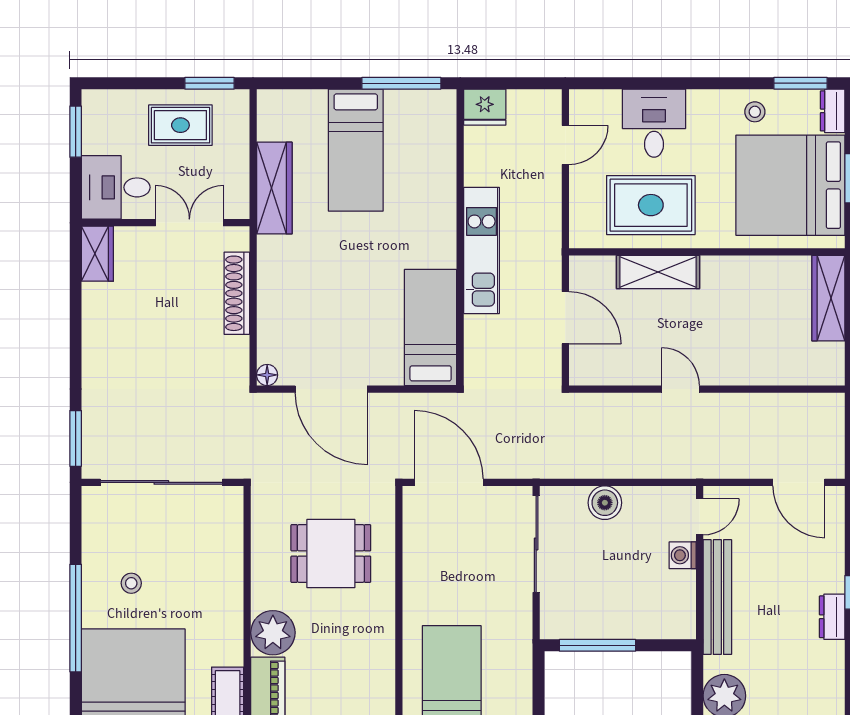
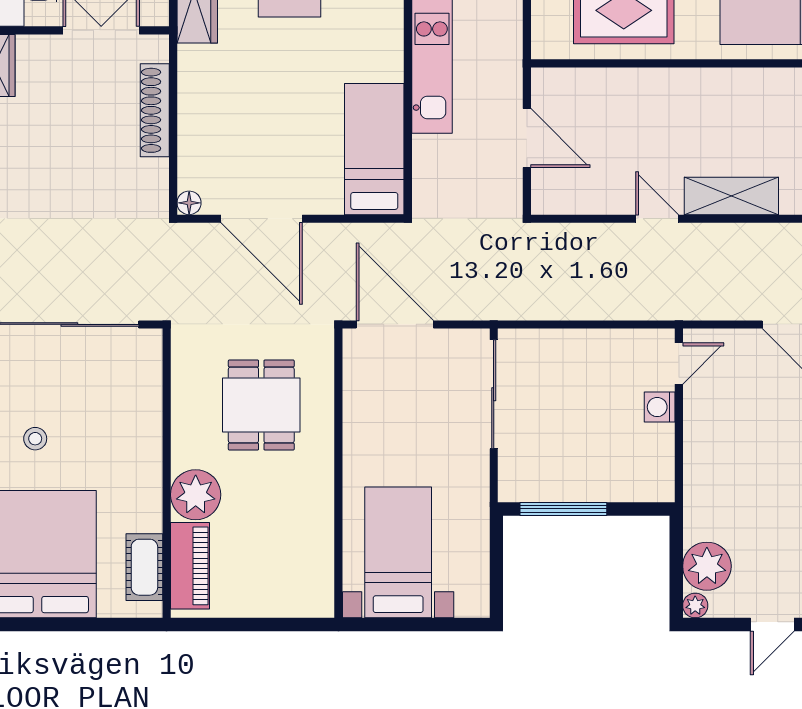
shelving: (658, 272) -> (731, 196), moved
boiler: (605, 503) -> (572, 347), removed
dining table: (331, 553) -> (261, 405), turned 90
bench: (717, 597) -> (699, 454), removed

